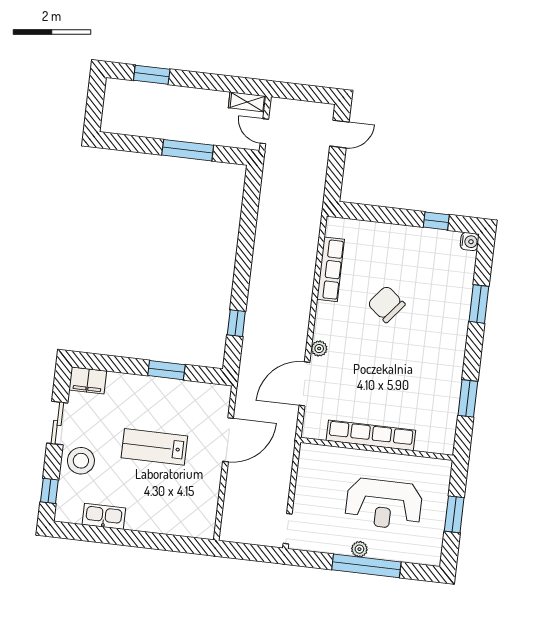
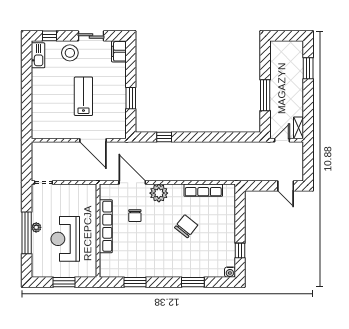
plant: (319, 349) -> (159, 193), width x1.88, depth x1.88
chair: (359, 386) -> (135, 216), added
kitchen sink: (104, 516) -> (38, 55), moved

